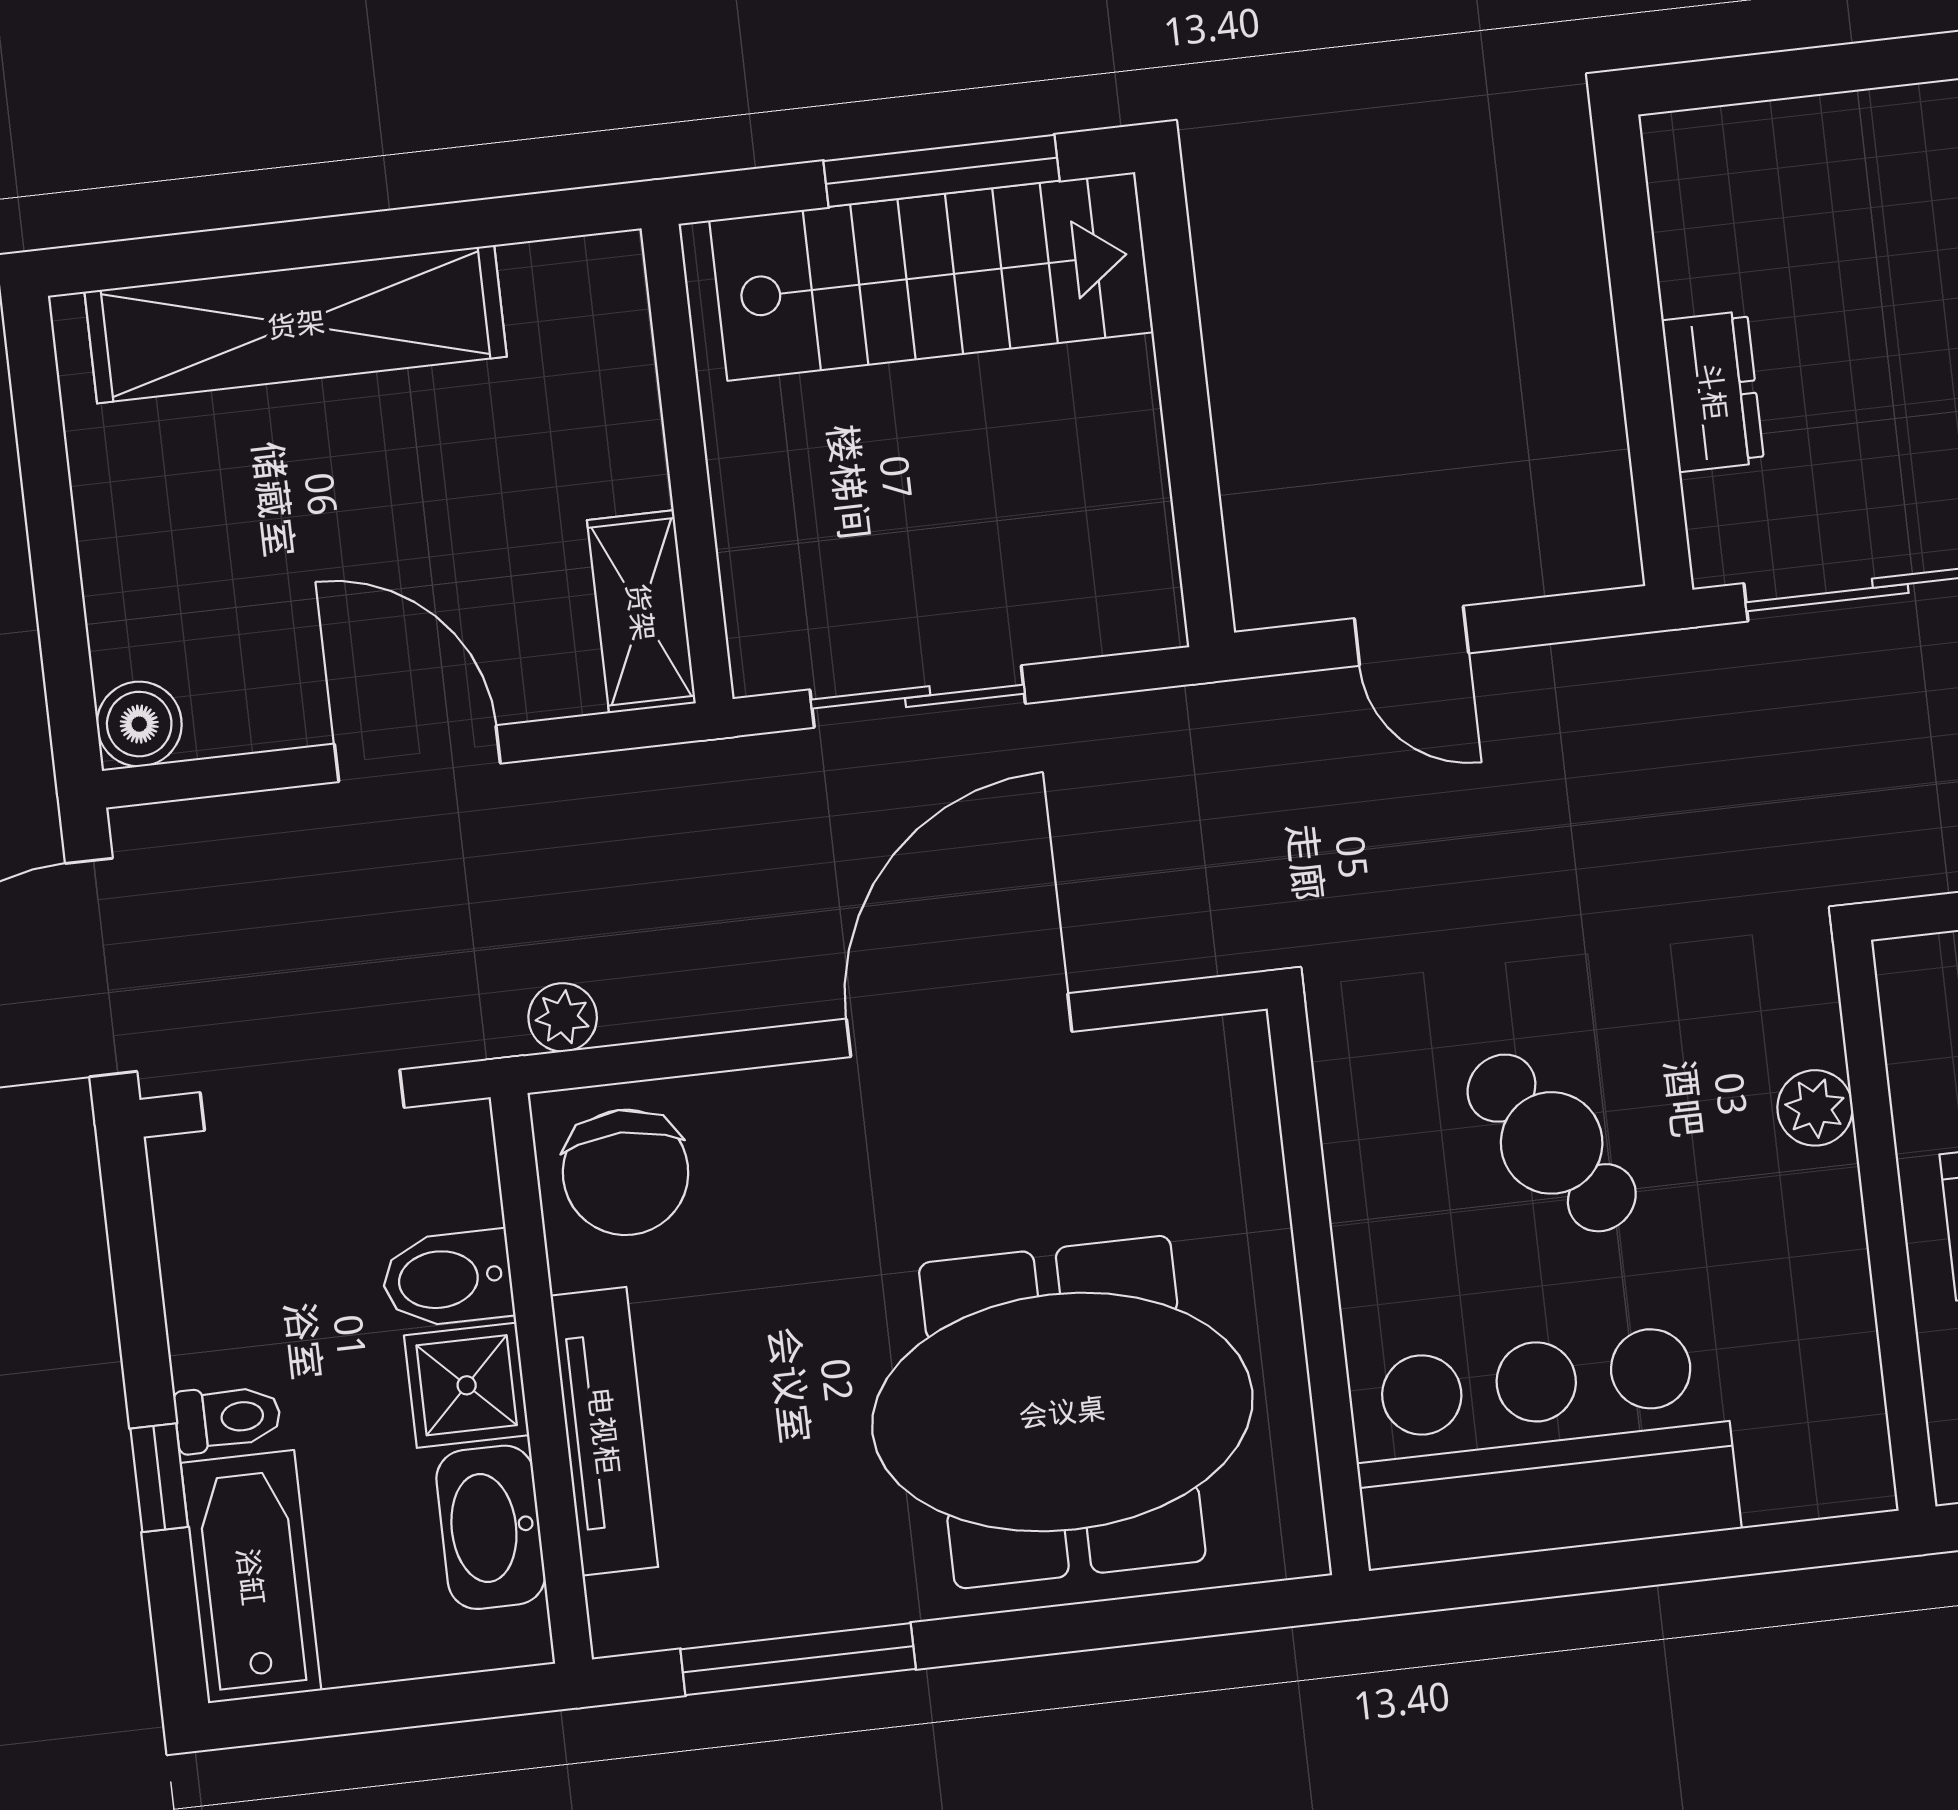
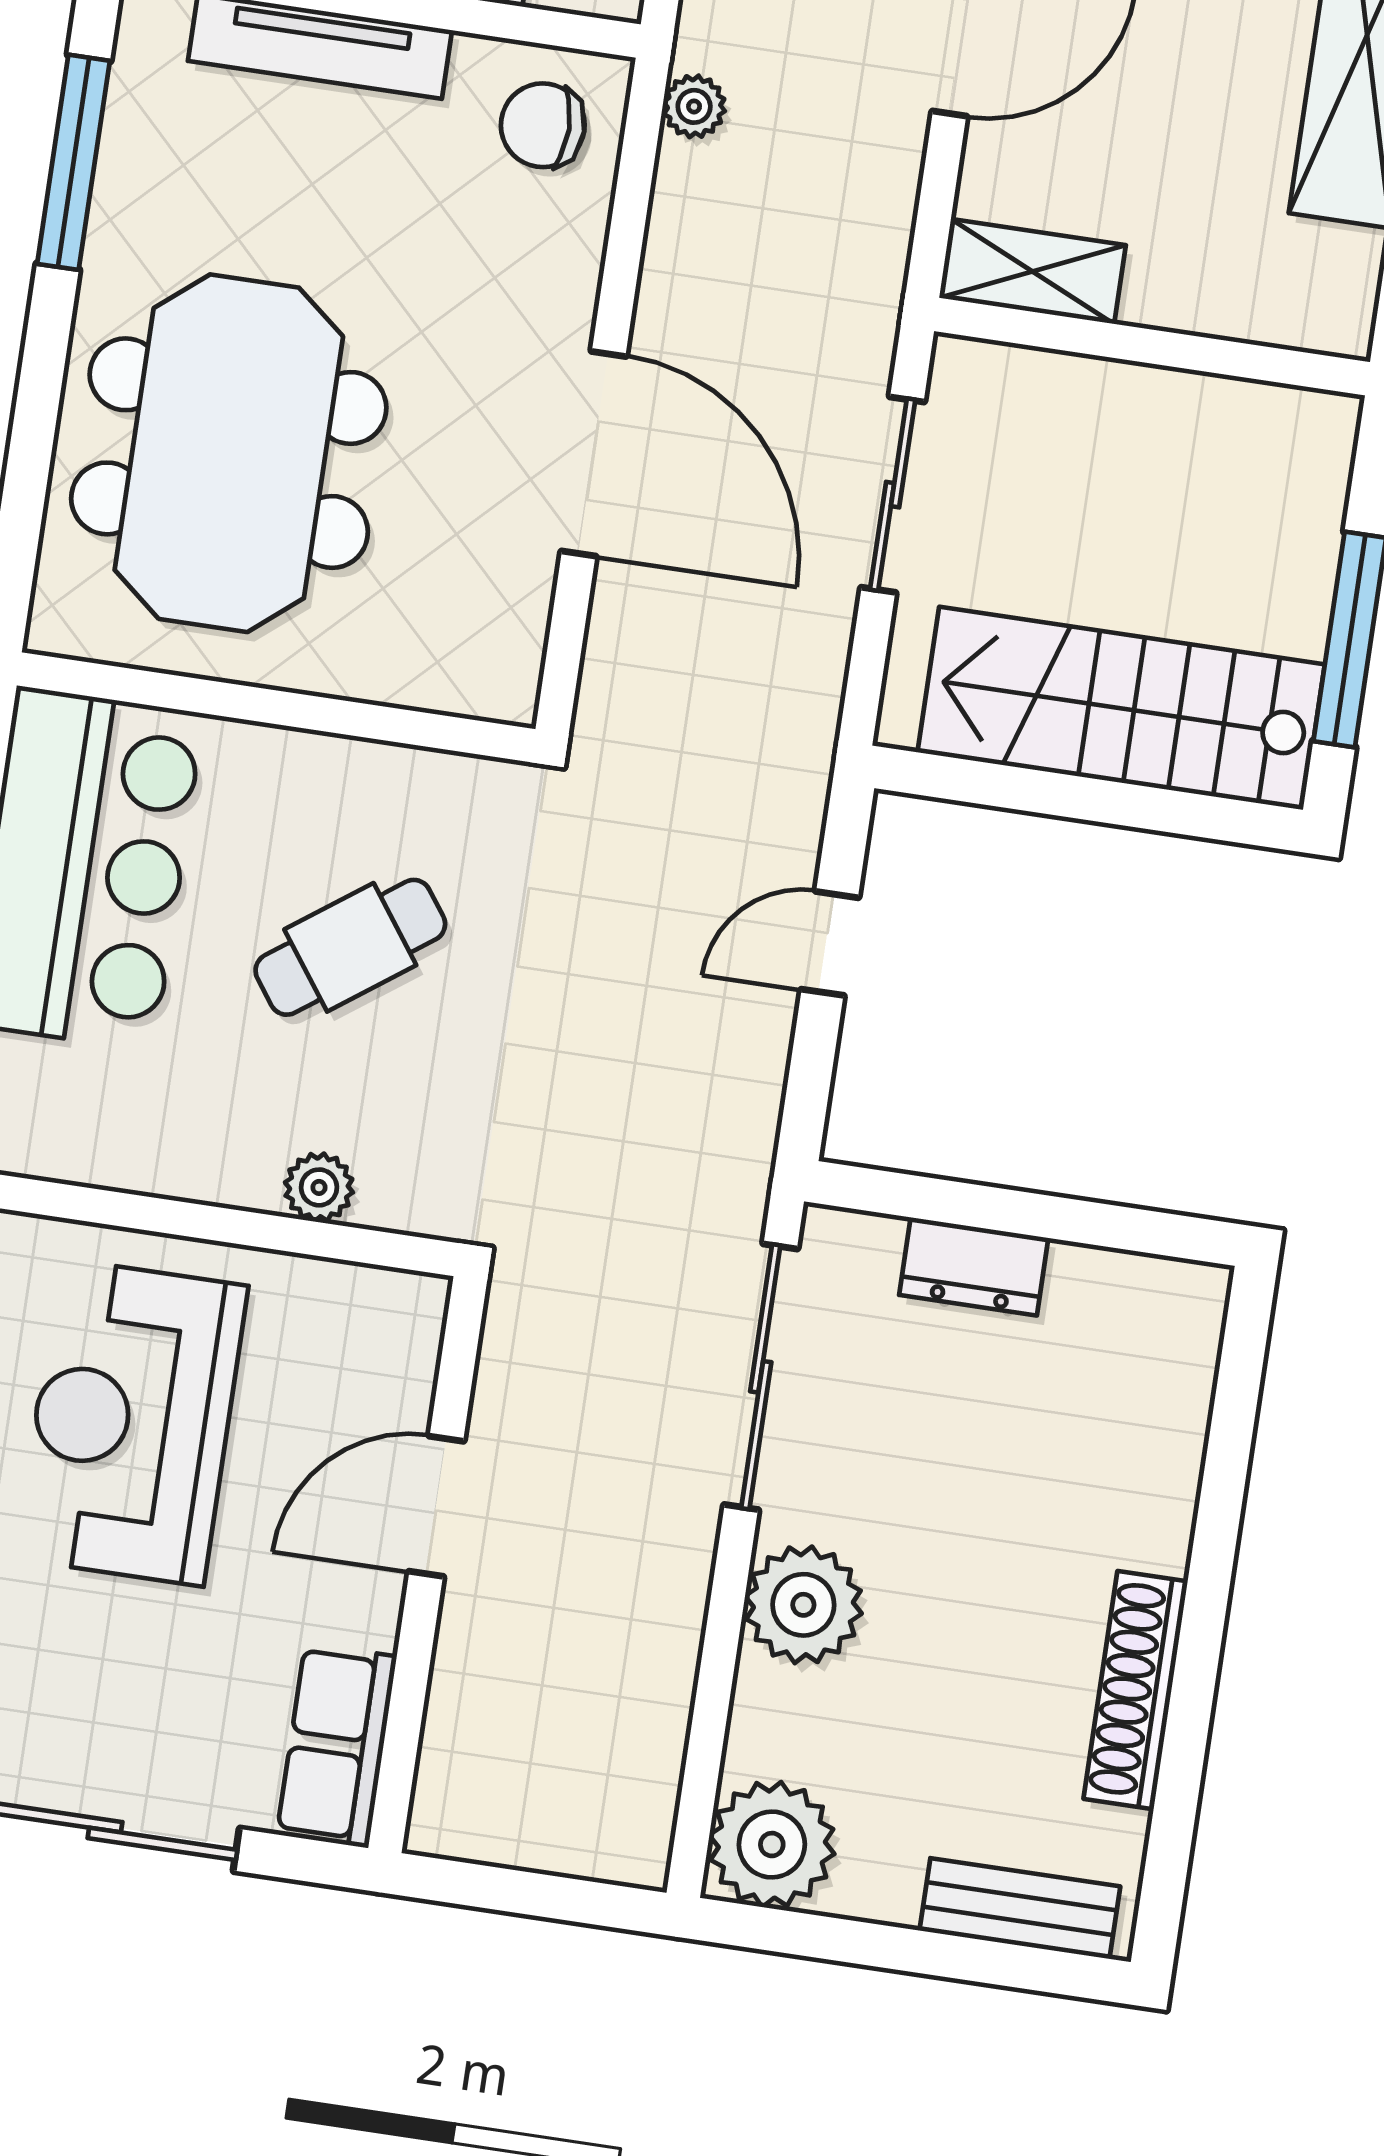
stairs: (931, 276) -> (1121, 708), moved, turned 90
chair: (626, 1172) -> (543, 125), width x0.73, depth x0.73

